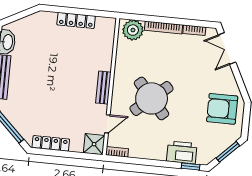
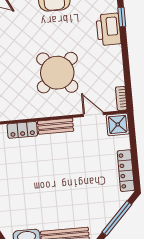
locker: (106, 57) -> (22, 130), added

